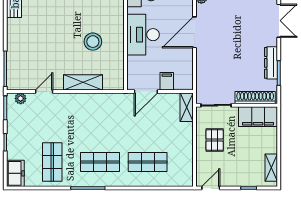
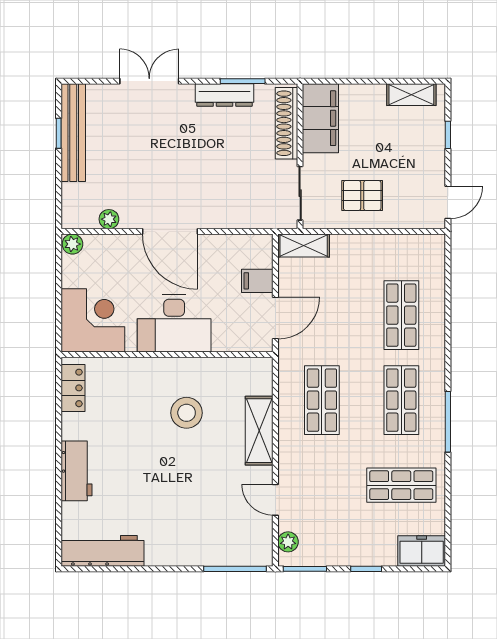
door: (146, 91) -> (275, 318), hinge flipped
shop shelf: (100, 118) -> (322, 400), added
door: (211, 188) -> (448, 202), swing flipped

